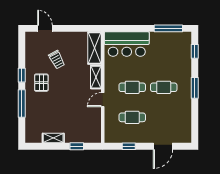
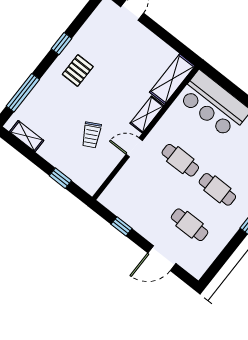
trolley: (57, 60) -> (91, 135), moved
window: (22, 103) -> (23, 93), moved
cafe table: (132, 117) -> (190, 225), moved
shelving: (53, 138) -> (27, 136), moved

